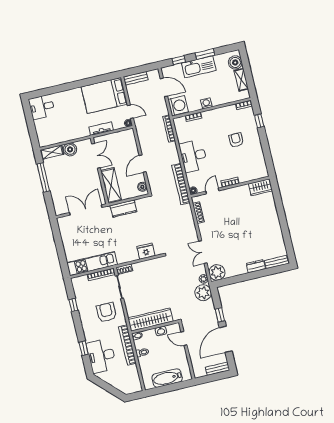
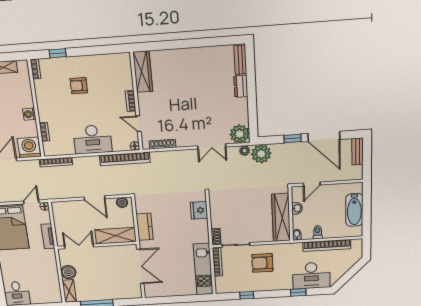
wardrobe: (260, 187) -> (143, 72), width x1.50
double door: (86, 210) -> (140, 266), swing flipped
bookcase: (127, 345) -> (327, 245), moved

